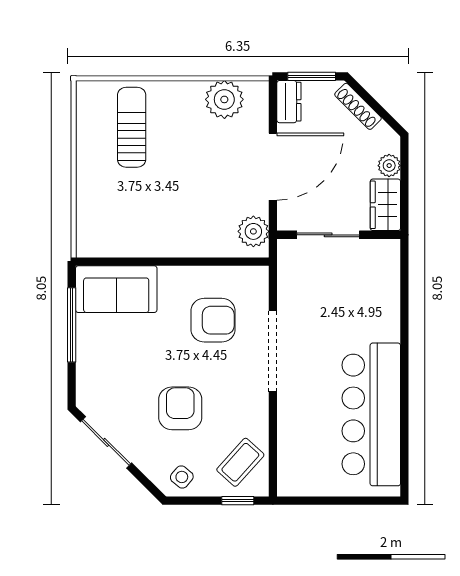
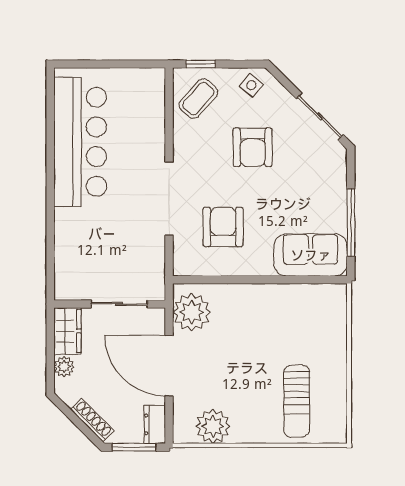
door: (273, 167) -> (169, 366), hinge flipped
plant: (253, 231) -> (192, 312), width x1.36, depth x1.36
armchair: (213, 320) -> (223, 227), turned 90

